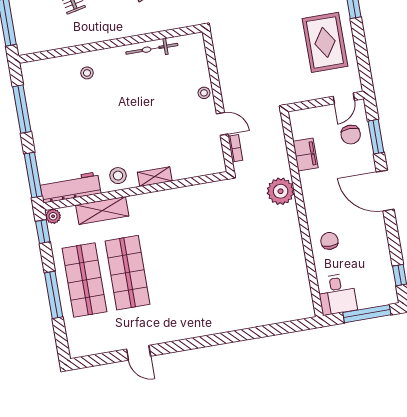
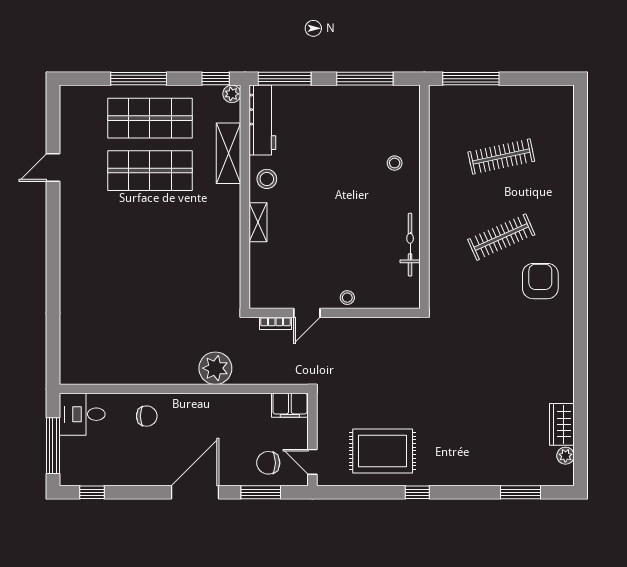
filing cabinet: (306, 154) -> (290, 405), moved

